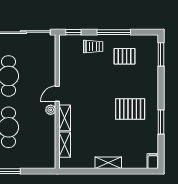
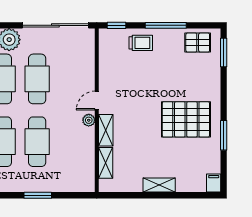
pallet: (125, 56) -> (198, 43), moved
pallet: (130, 109) -> (186, 119), width x1.37, depth x1.41

